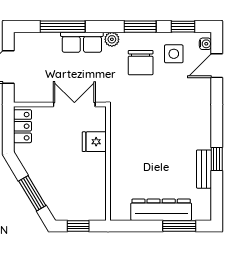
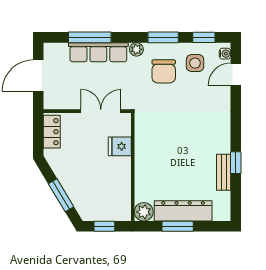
row of seats: (82, 42) -> (98, 52), width x1.48
plant: (120, 211) -> (144, 212), added
window: (179, 226) -> (178, 226), moved

